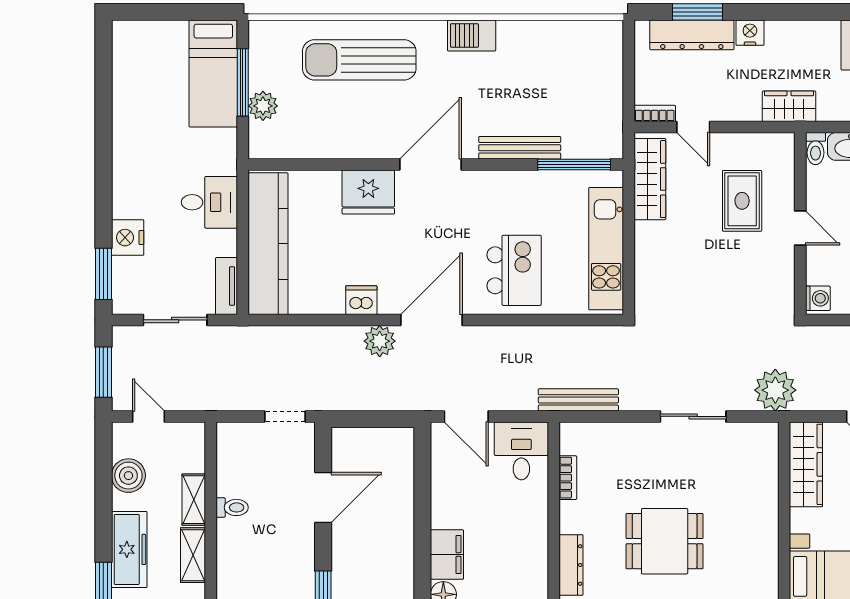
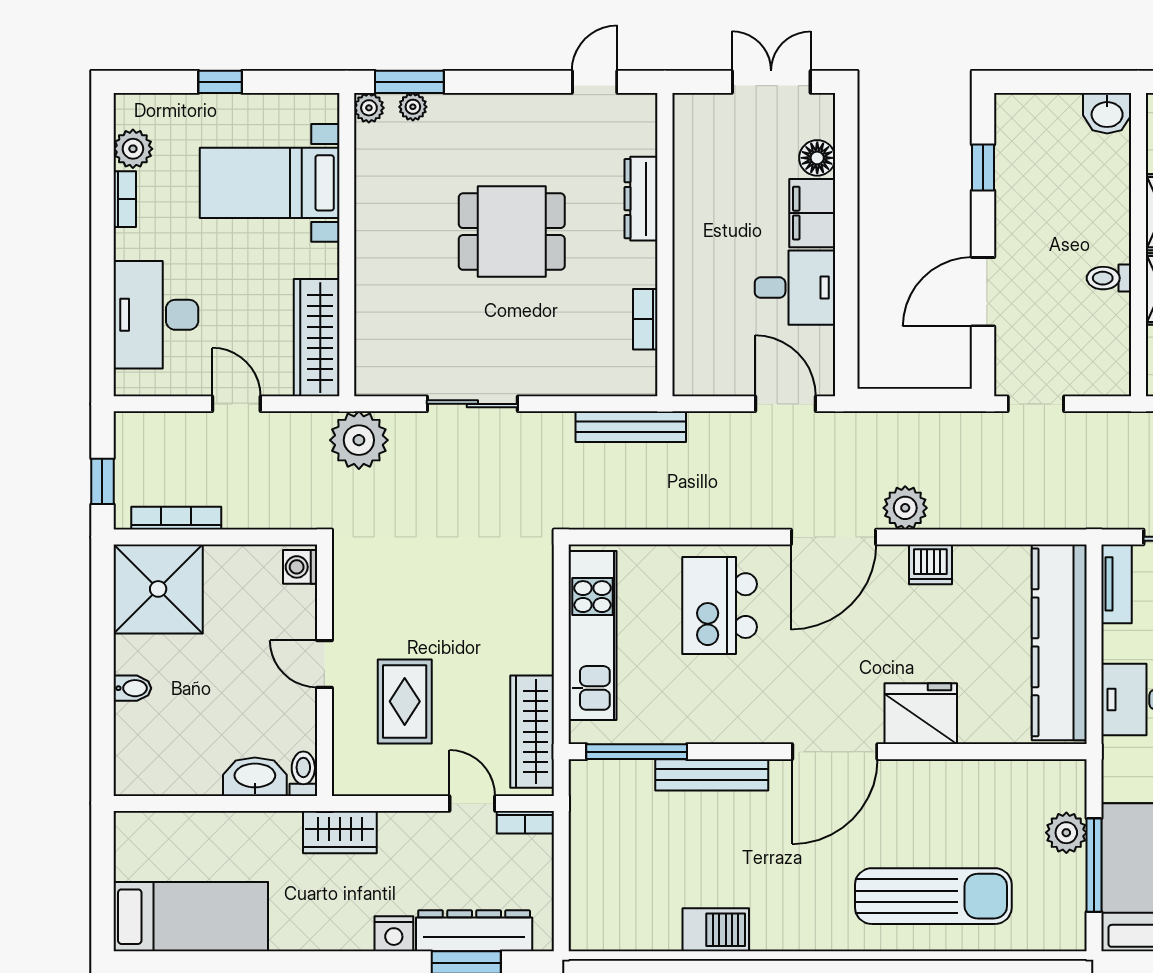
barbecue: (472, 35) -> (716, 930), moved
desk: (521, 451) -> (795, 288), moved, turned -90

